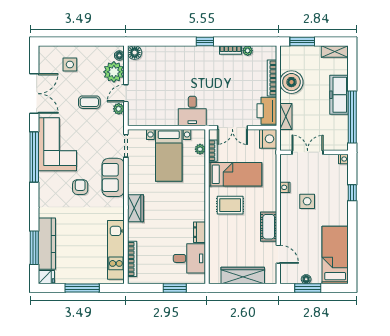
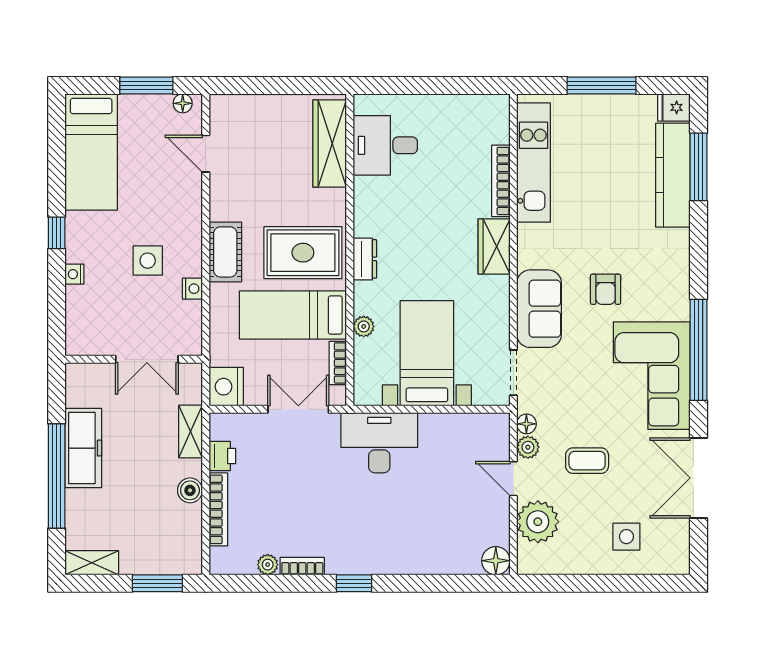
floor lamp: (119, 55) -> (526, 424), moved
boiler: (291, 82) -> (190, 490), width x0.54, depth x0.54
door: (126, 93) -> (513, 479), swing flipped
freezer: (339, 95) -> (83, 448), moved
desk: (192, 111) -> (379, 443), width x1.37
printer: (267, 111) -> (222, 456), width x0.53, depth x0.68
window: (352, 117) -> (57, 476), moved
plant: (200, 149) -> (364, 326), moved
nightstand: (343, 159) -> (74, 274), moved
window: (352, 193) -> (57, 233), moved
rug: (230, 205) -> (303, 253), width x1.36, depth x1.43
cot: (269, 227) -> (225, 252), moved
dresser: (199, 232) -> (365, 259), moved
bookcase: (132, 259) -> (501, 181), moved
wardrobe: (243, 276) -> (330, 144), moved, turned 90
floor lamp: (306, 279) -> (183, 103), moved
window: (175, 288) -> (415, 85), removed

